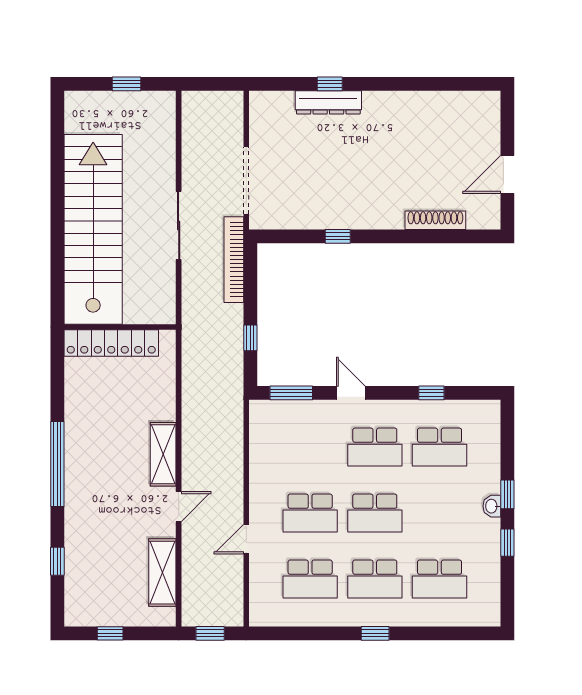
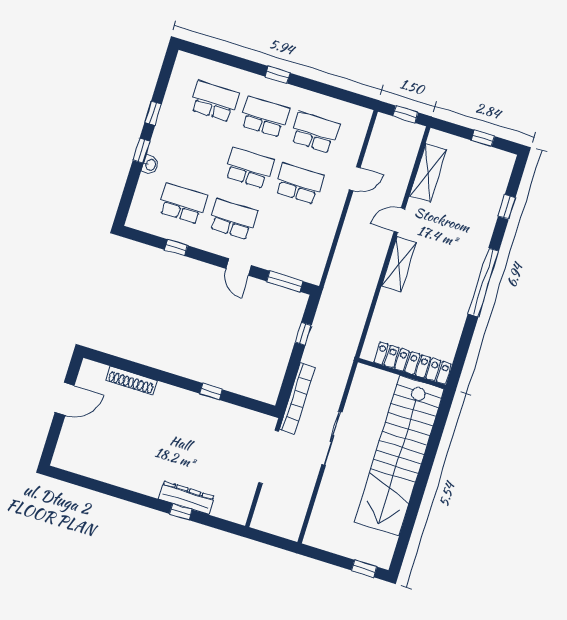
window: (126, 84) -> (364, 568), moved
washbasin: (492, 506) -> (150, 165), moved

